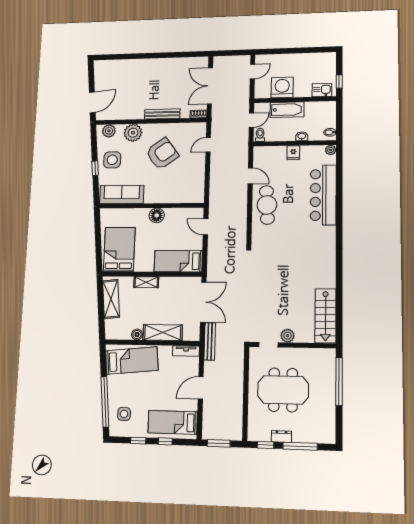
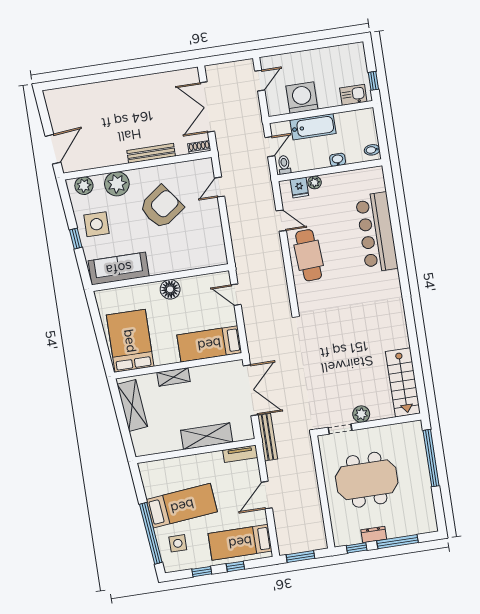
plant: (331, 150) -> (315, 182), moved
fridge: (293, 153) -> (299, 188), moved
boiler: (137, 335) -> (175, 444), removed
bed: (132, 361) -> (182, 506), moved

